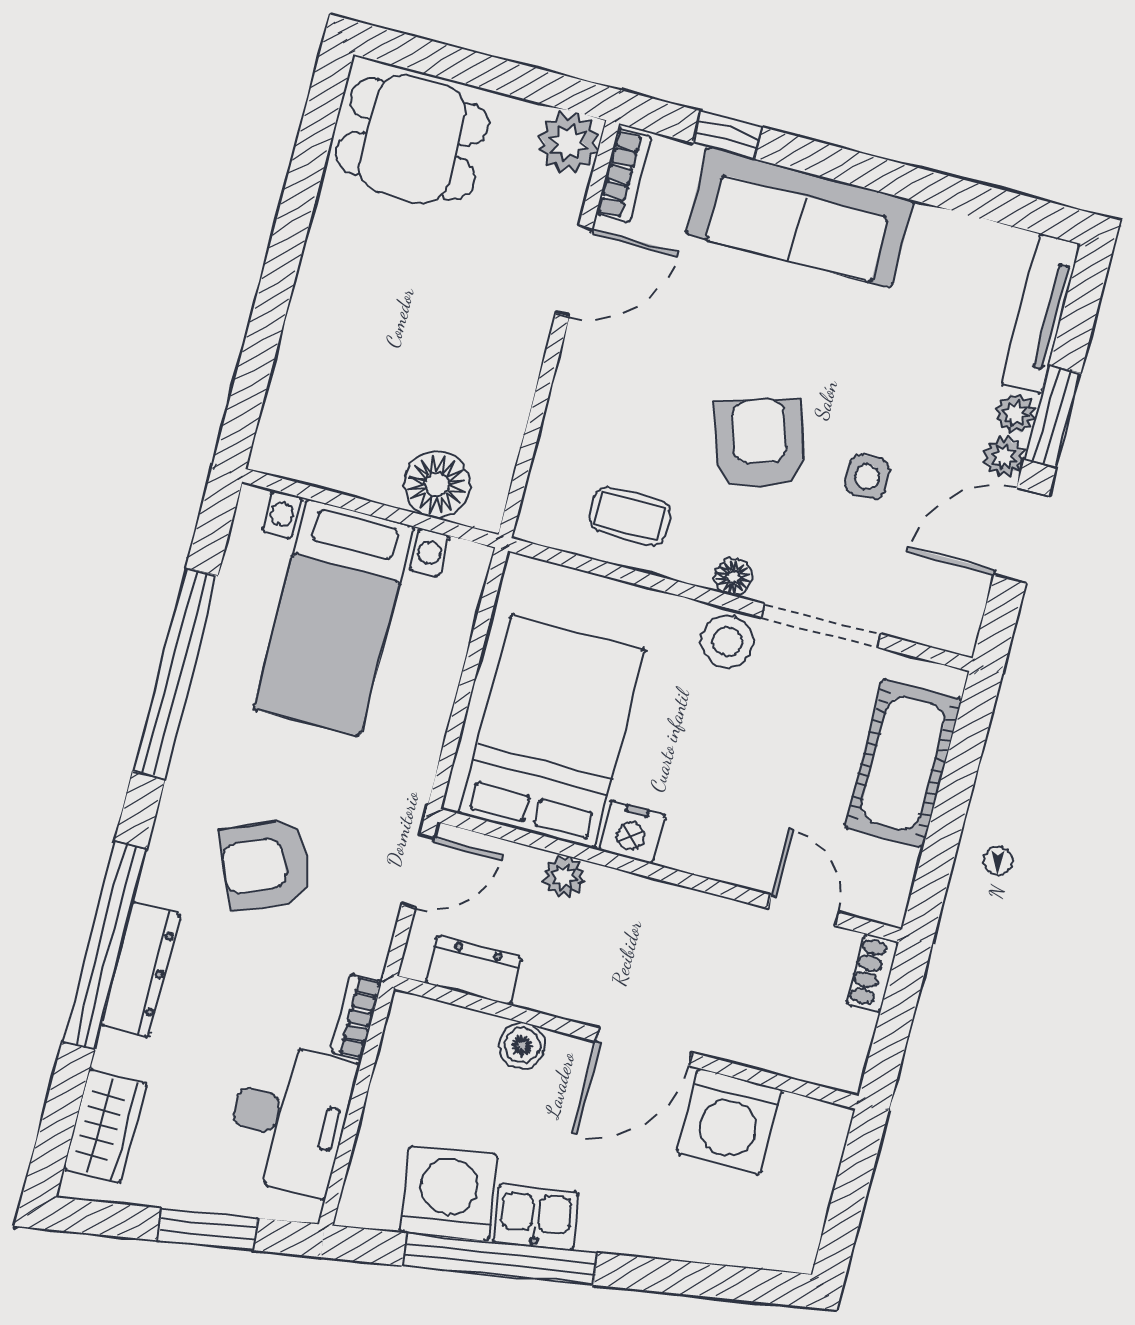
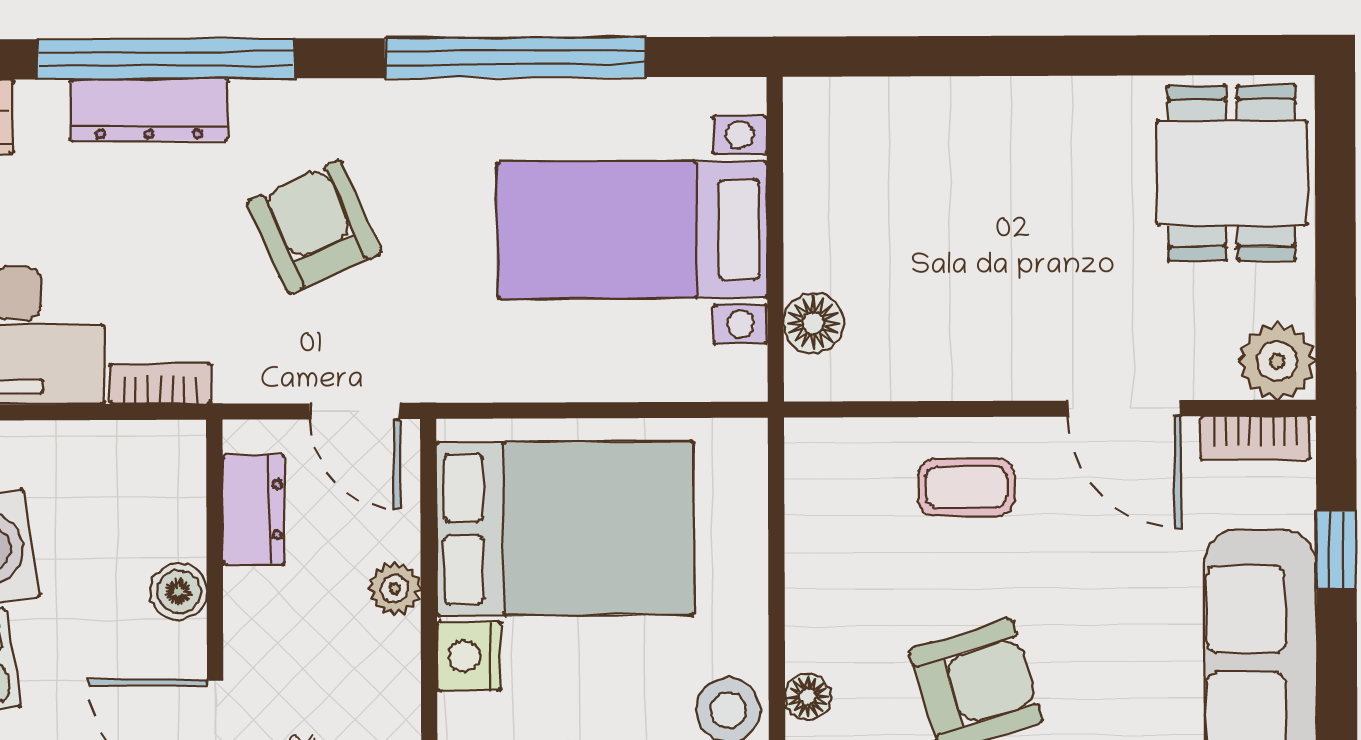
floor lamp: (437, 485) -> (813, 323), width x0.73, depth x0.73
coffee table: (630, 516) -> (966, 487), moved, turned 90

